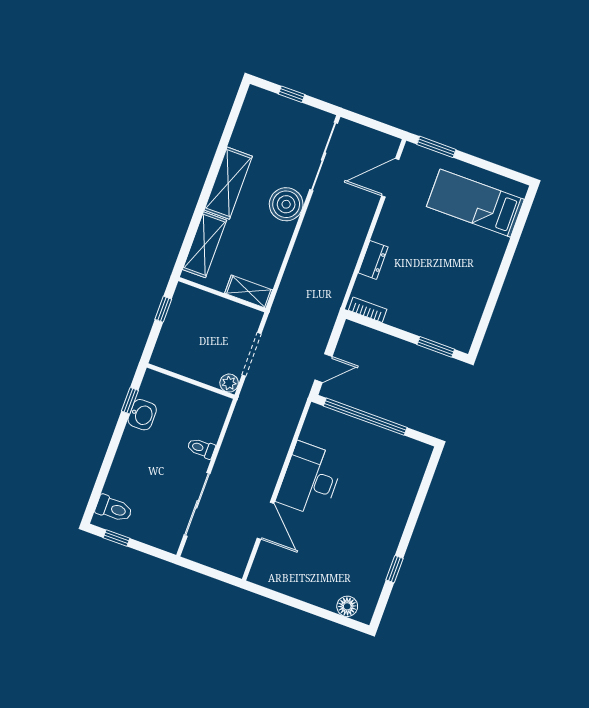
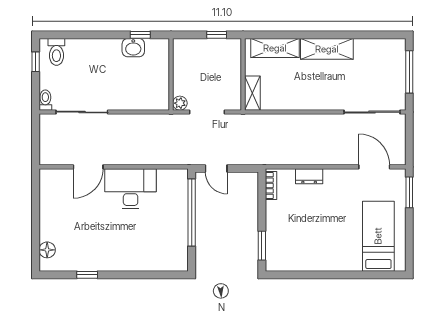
window: (292, 94) -> (409, 72), width x2.17
boiler: (286, 204) -> (327, 97), removed
toilet: (201, 448) -> (45, 100), moved

